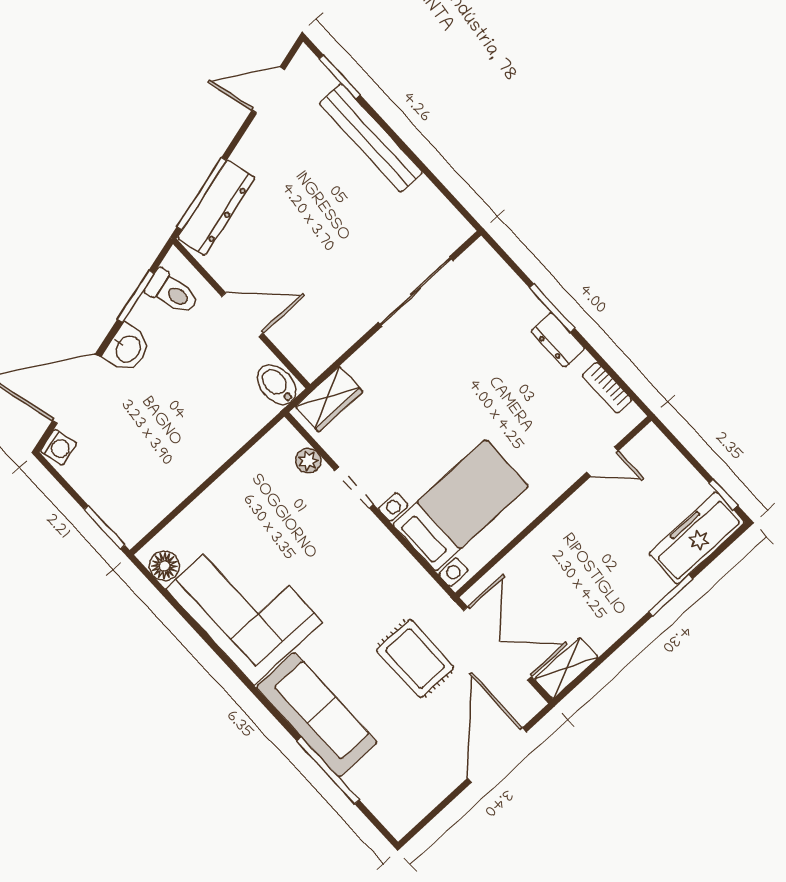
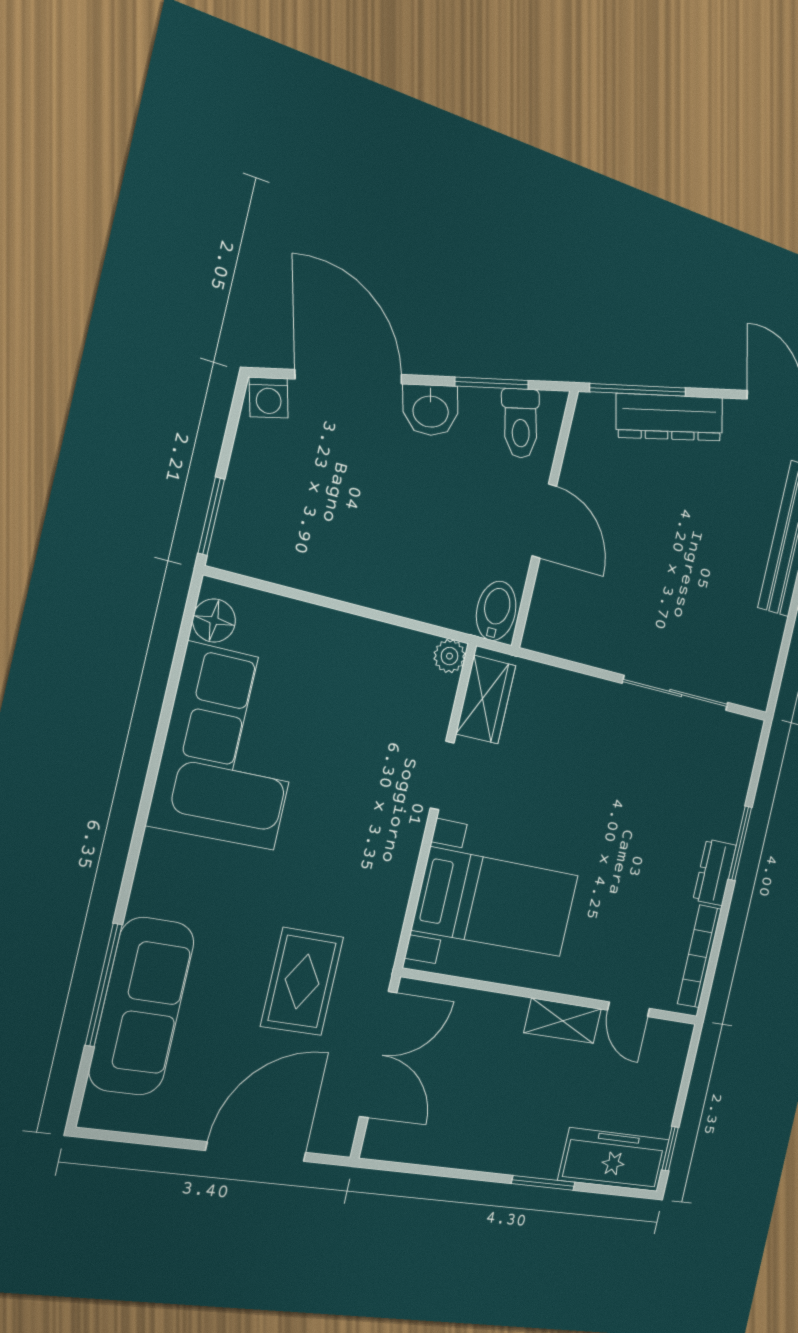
dresser: (216, 208) -> (670, 417), moved
bookcase: (607, 388) -> (700, 956), width x1.56
wardrobe: (329, 399) -> (486, 700), moved, turned -90
plant: (308, 461) -> (450, 656), moved
shelving: (566, 668) -> (563, 1021), moved
sofa: (317, 715) -> (142, 1006), moved

